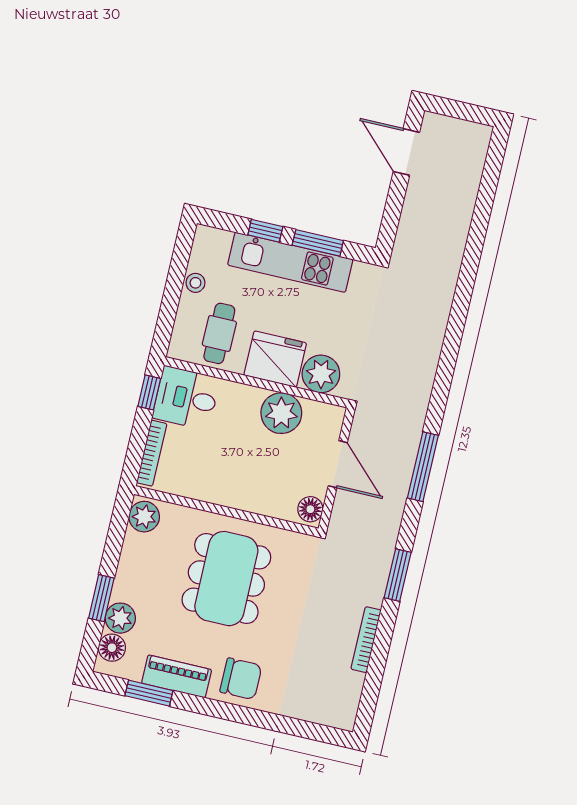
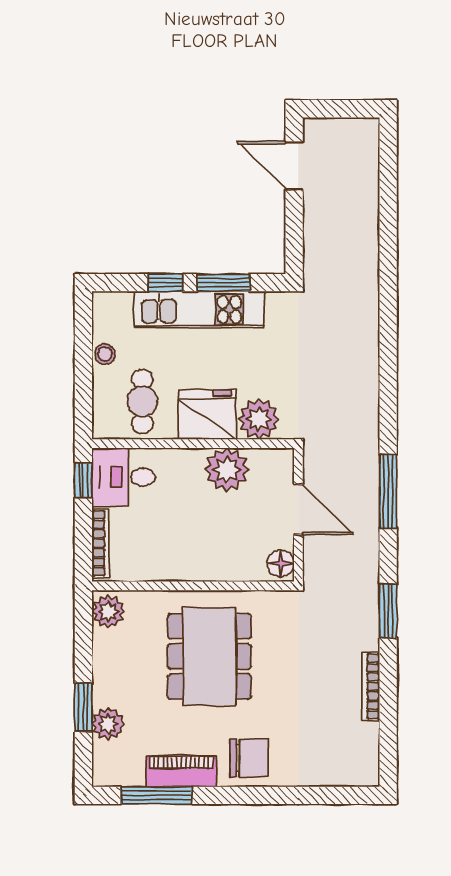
floor lamp: (112, 648) -> (106, 757), removed
window: (149, 693) -> (156, 795), width x1.44

